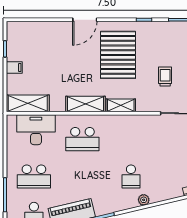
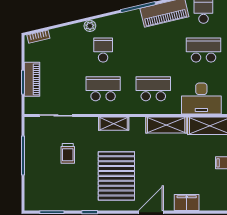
filing cabinet: (50, 29) -> (187, 203), added
shelving: (85, 104) -> (166, 125), moved
school desk: (131, 139) -> (103, 89), added

